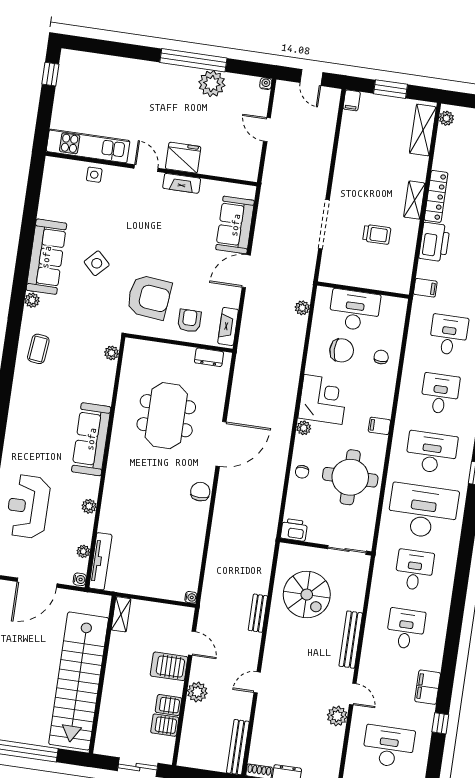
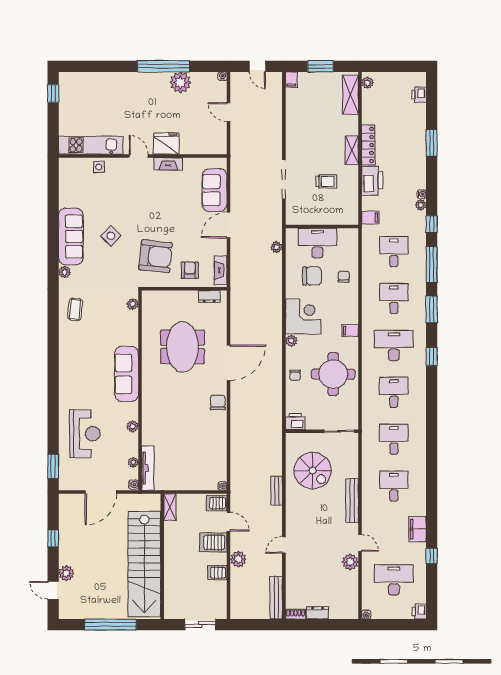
reception desk: (28, 507) -> (85, 434), turned 180
desk: (423, 511) -> (394, 392), width x0.53, depth x0.77
server rack: (165, 725) -> (217, 503), moved

